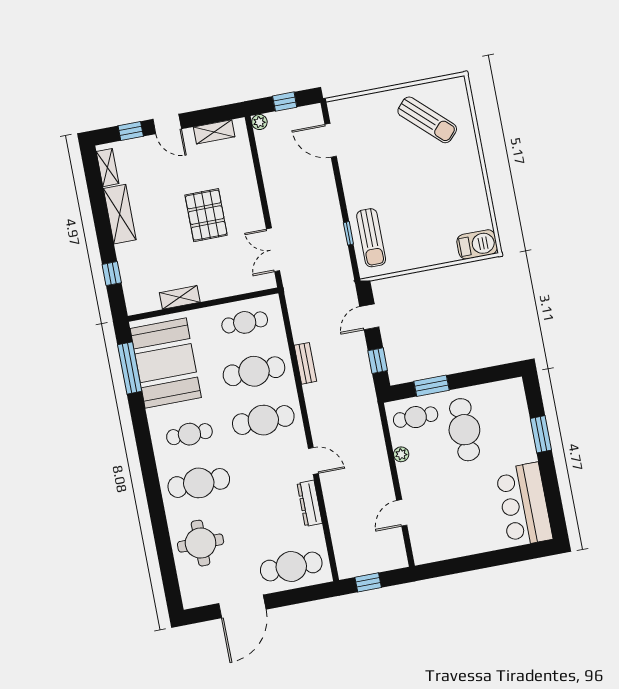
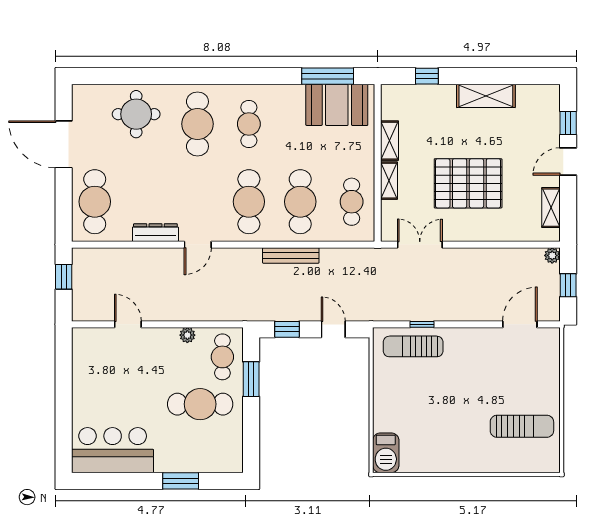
sun lounger: (427, 120) -> (522, 426), turned -133
shelving: (108, 168) -> (389, 181), moved, turned 90
pallet: (206, 215) -> (468, 183), width x1.37, depth x1.41
booth: (166, 363) -> (337, 105), width x0.73, depth x0.70
bench: (305, 363) -> (291, 255), width x1.36

